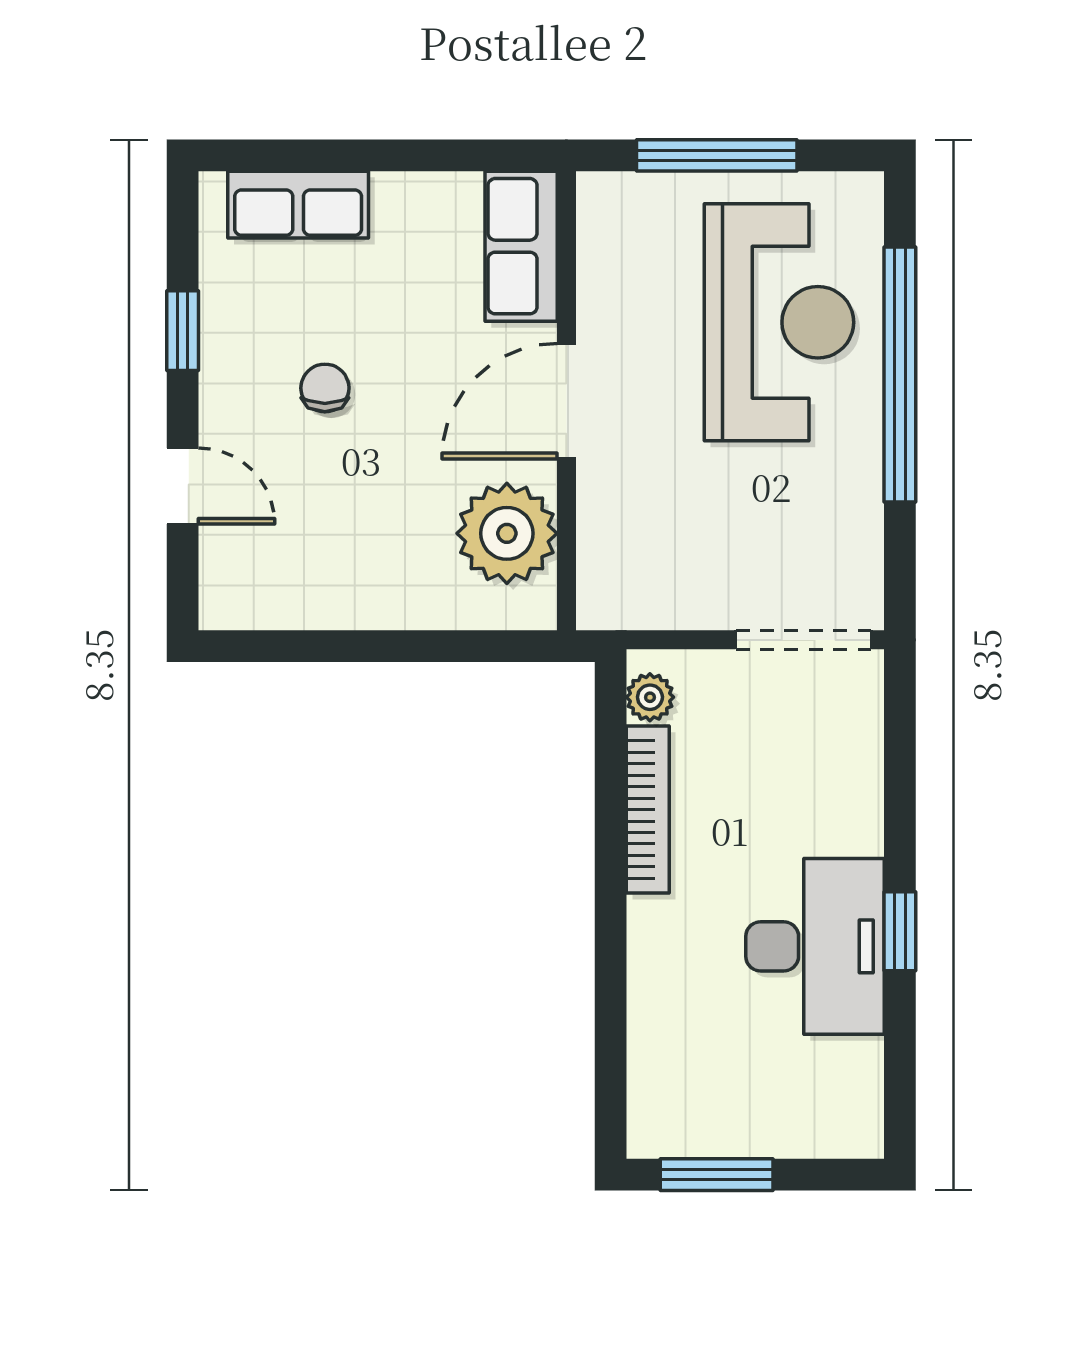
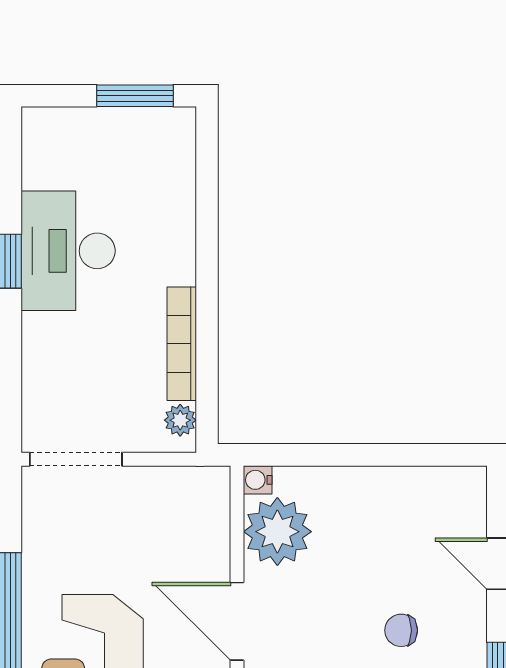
chair: (325, 388) -> (401, 630), turned 90
door: (566, 401) -> (237, 621), swing flipped
water cooler: (536, 609) -> (258, 480), added

